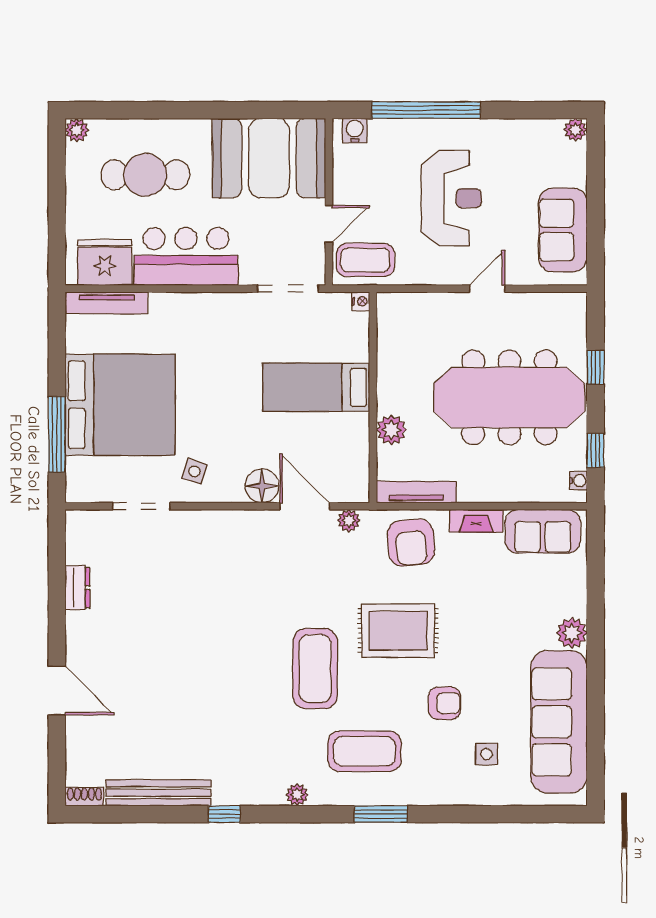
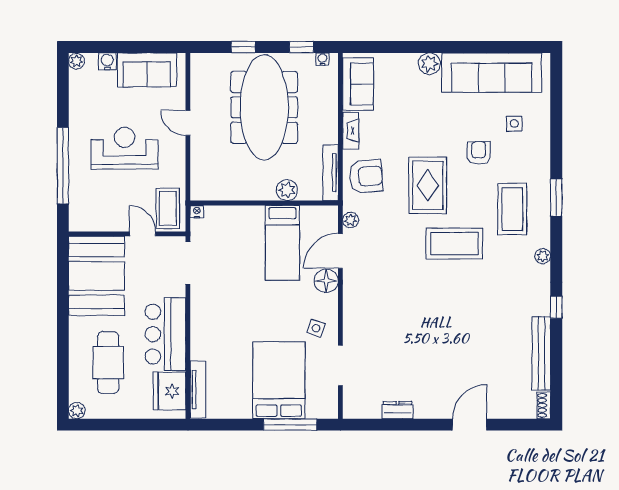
water cooler: (355, 131) -> (107, 61), moved, turned 90
bed: (316, 387) -> (282, 243), moved
bed: (120, 405) -> (279, 380), width x0.73

